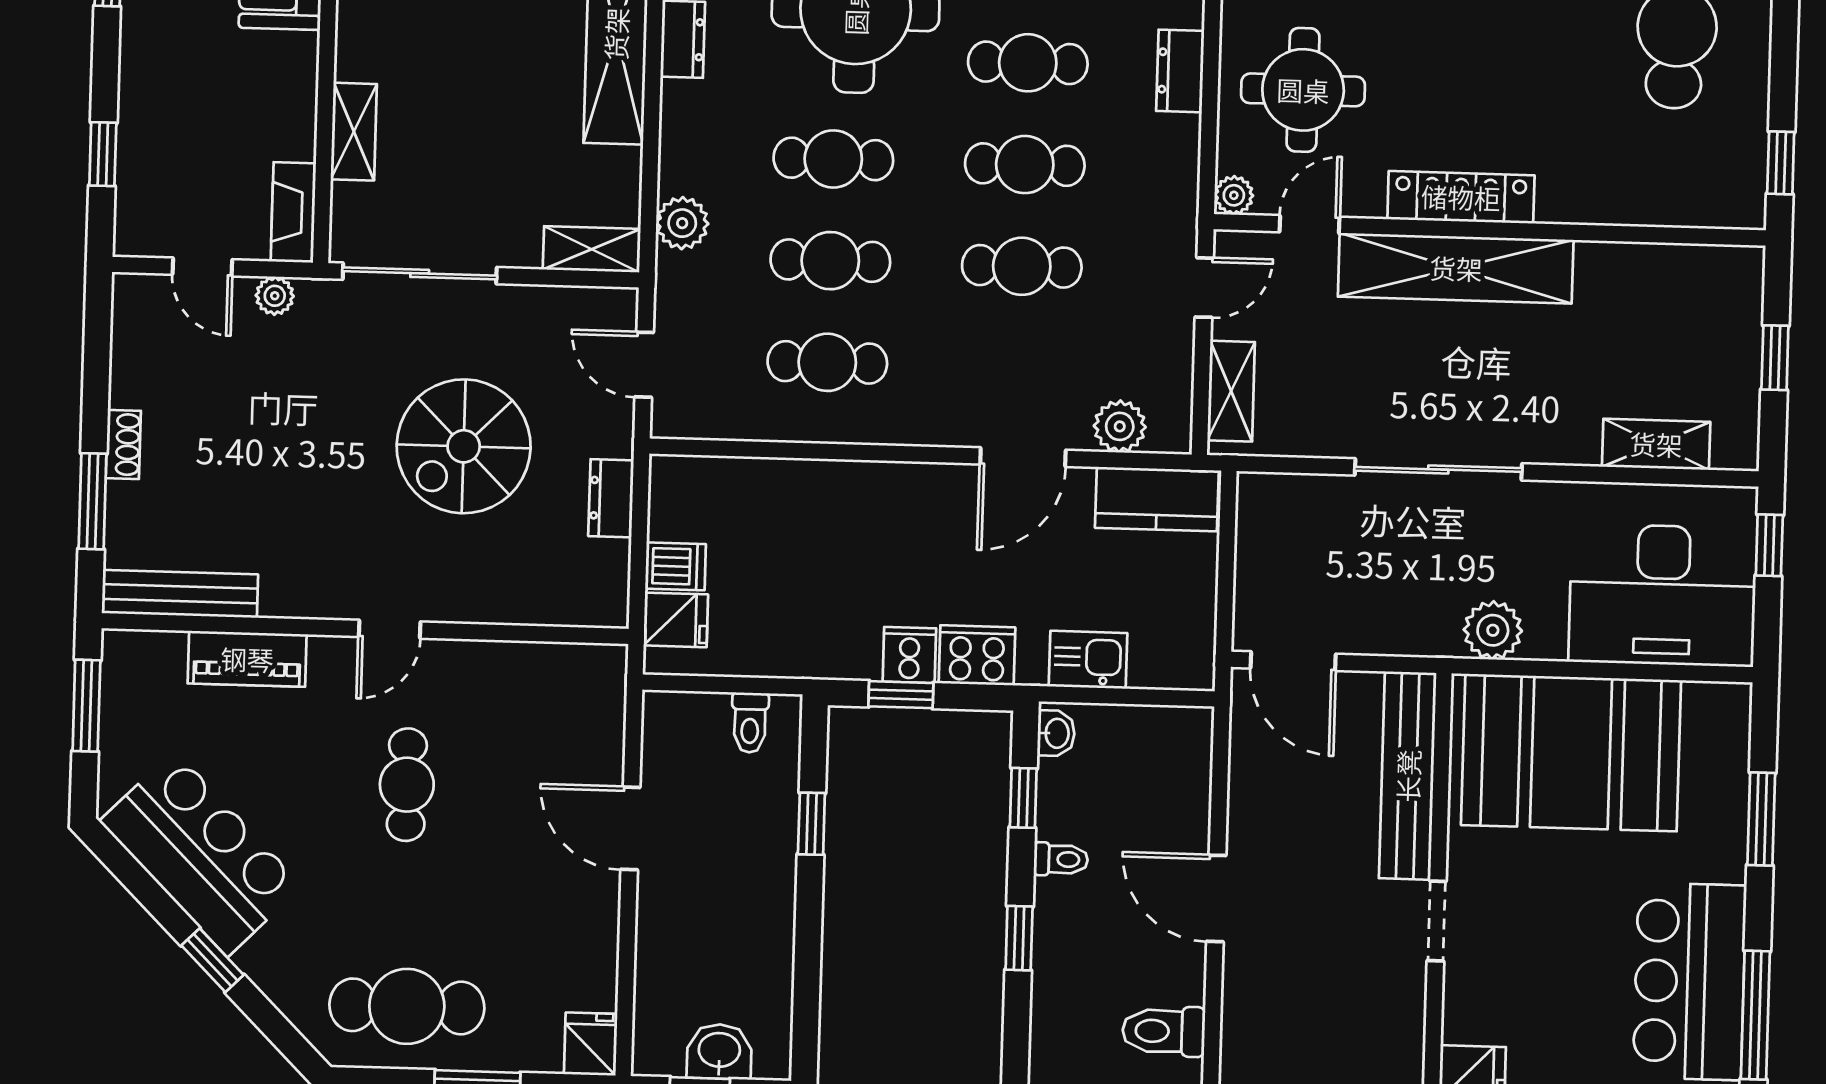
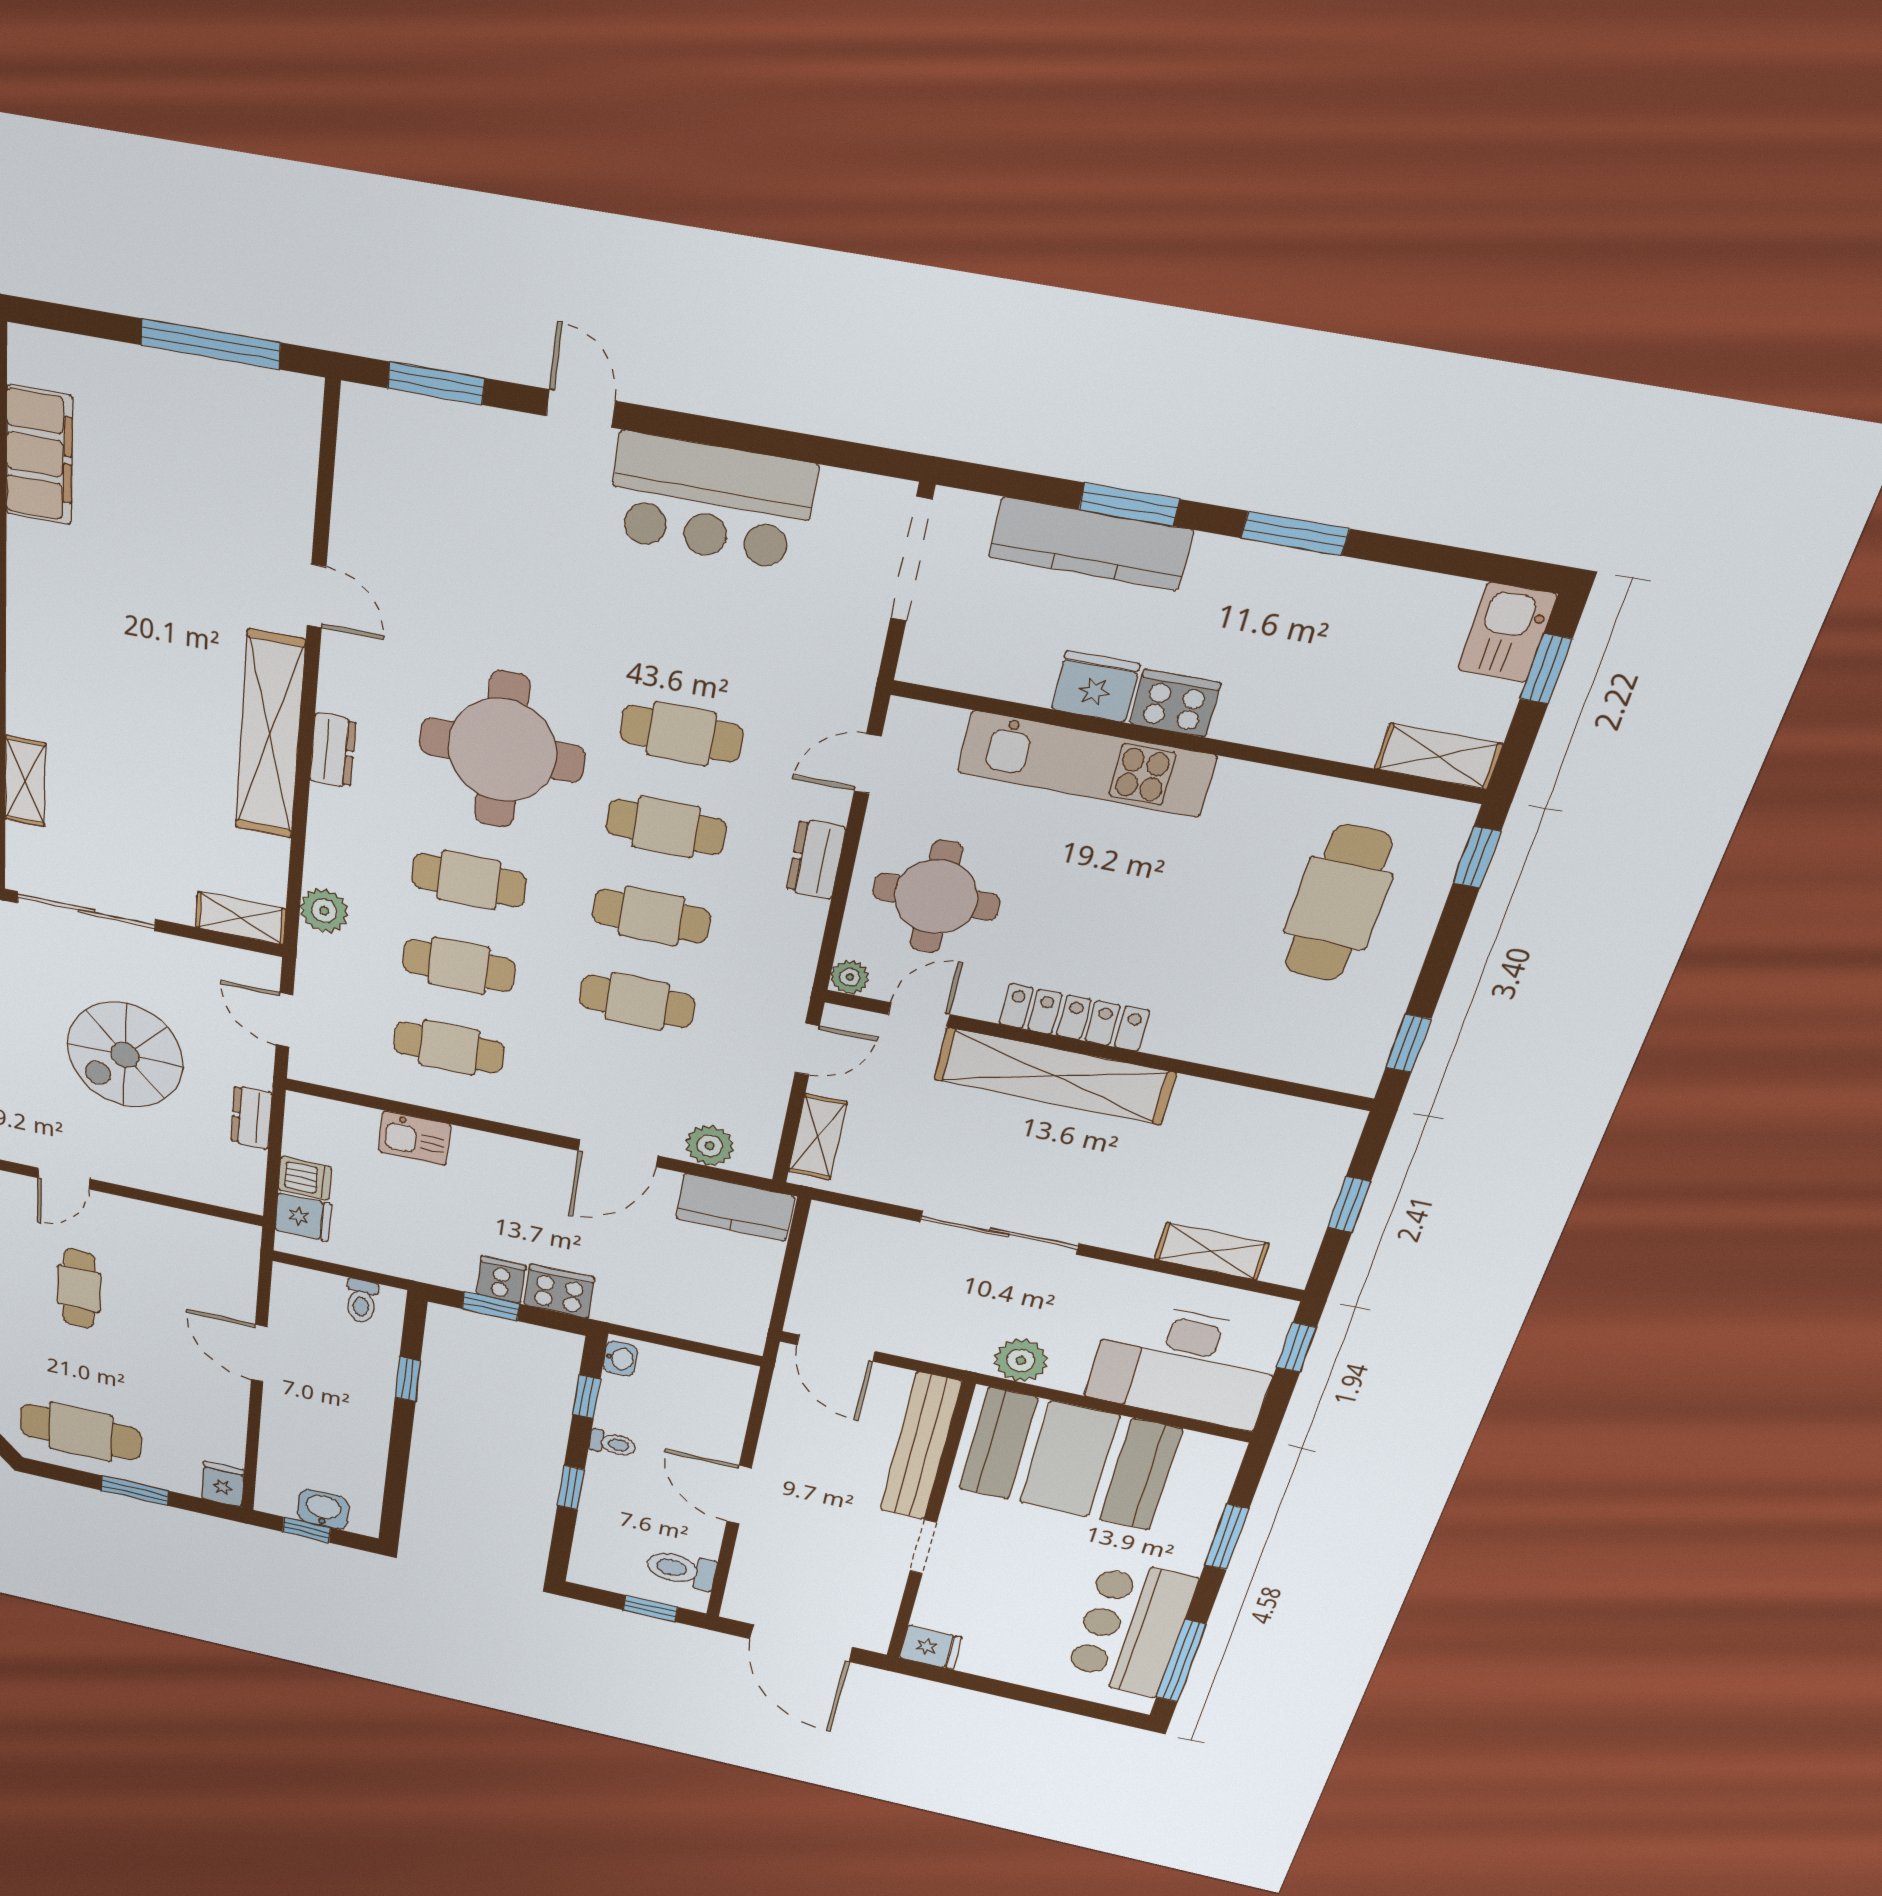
kitchen sink: (1088, 660) -> (414, 1138), moved, turned 180

